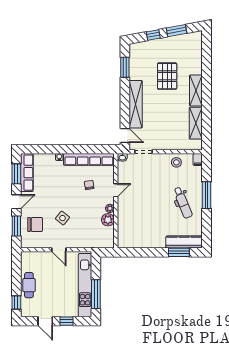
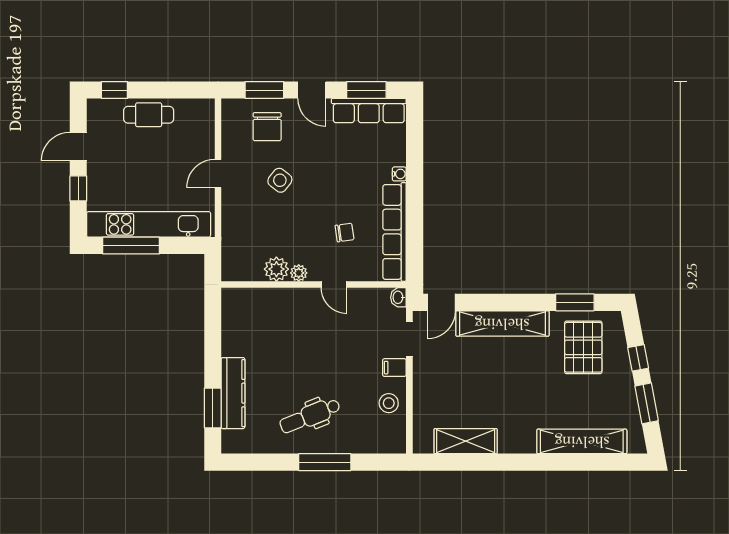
pallet: (167, 76) -> (583, 347), moved, turned 90
shelving: (196, 91) -> (582, 441), moved, width x1.47
filing cabinet: (198, 159) -> (394, 368), moved
kitchen counter: (184, 242) -> (233, 393), moved

